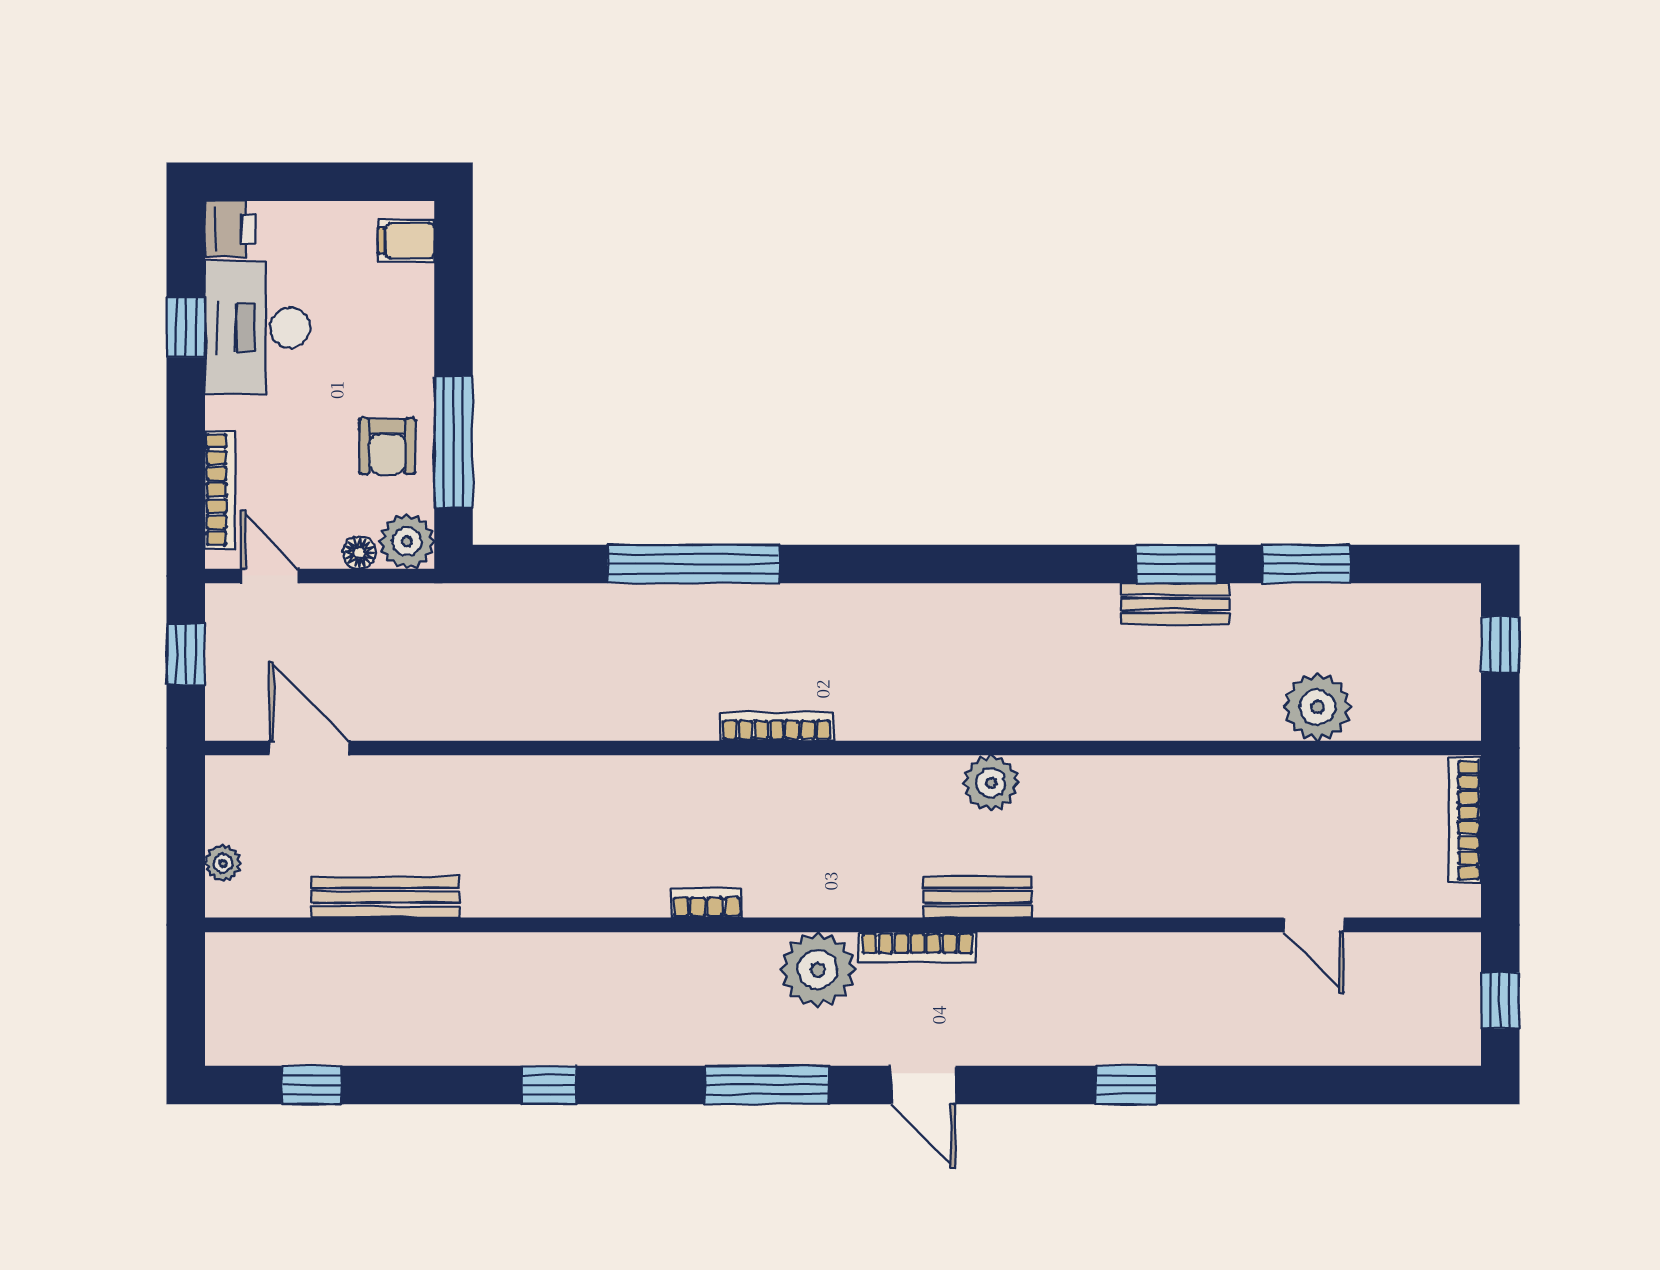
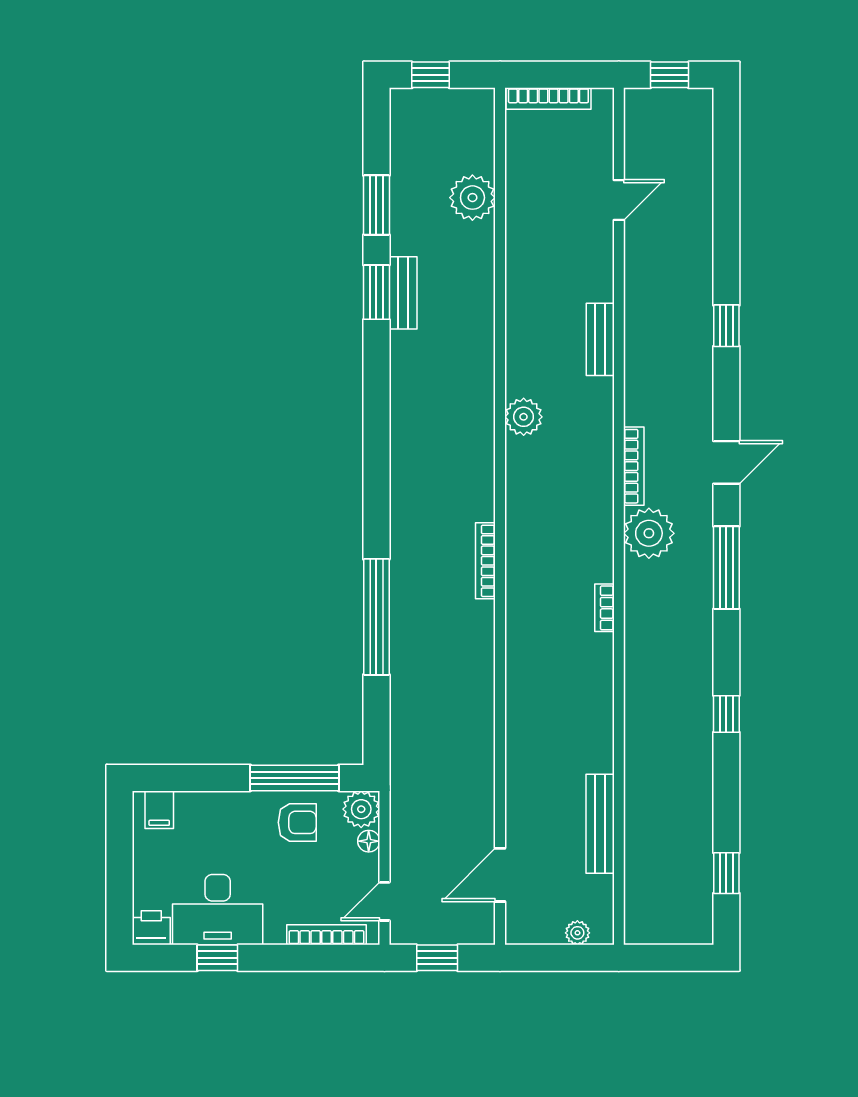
bench: (978, 897) -> (600, 339), moved

